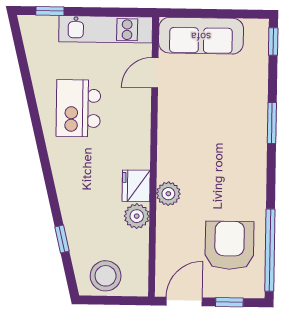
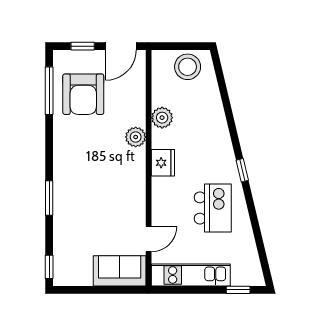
sofa: (201, 36) -> (120, 271), width x0.73
fridge: (136, 186) -> (163, 163), moved
window: (62, 239) -> (242, 170), moved
window: (270, 250) -> (49, 91), width x0.68

